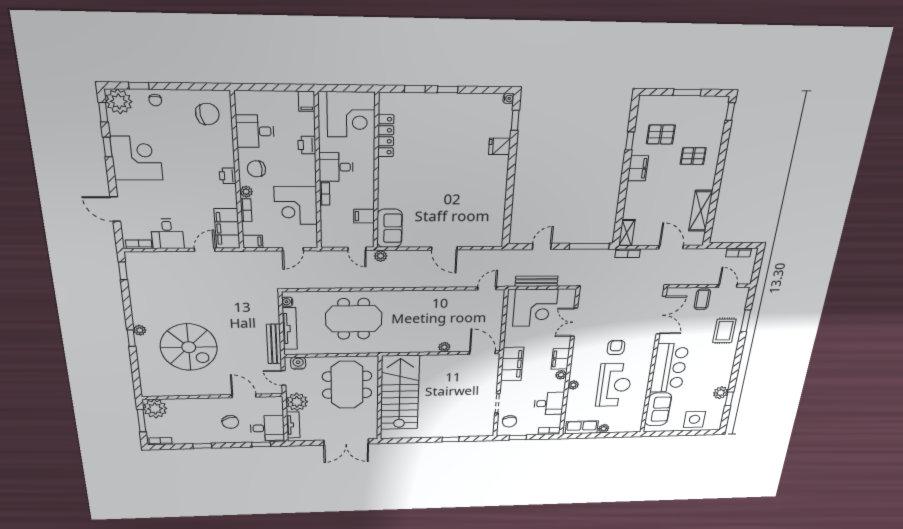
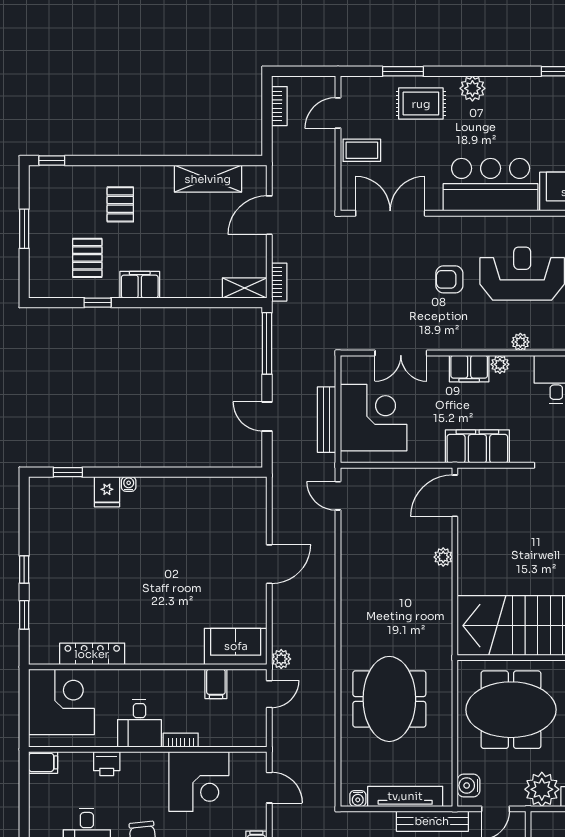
water cooler: (508, 98) -> (129, 484), moved
plant: (721, 393) -> (472, 88), moved

